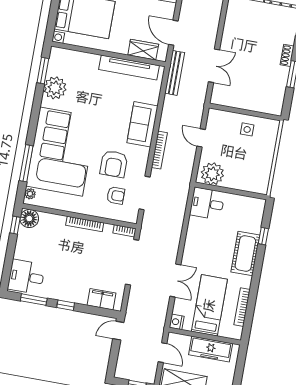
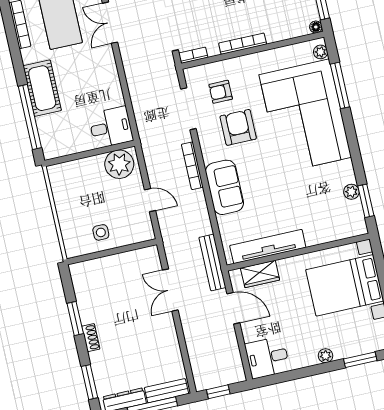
plant: (55, 88) -> (351, 192), width x0.53, depth x0.53
floor lamp: (29, 219) -> (316, 27), width x0.53, depth x0.53
window: (263, 236) -> (30, 117), width x3.17

